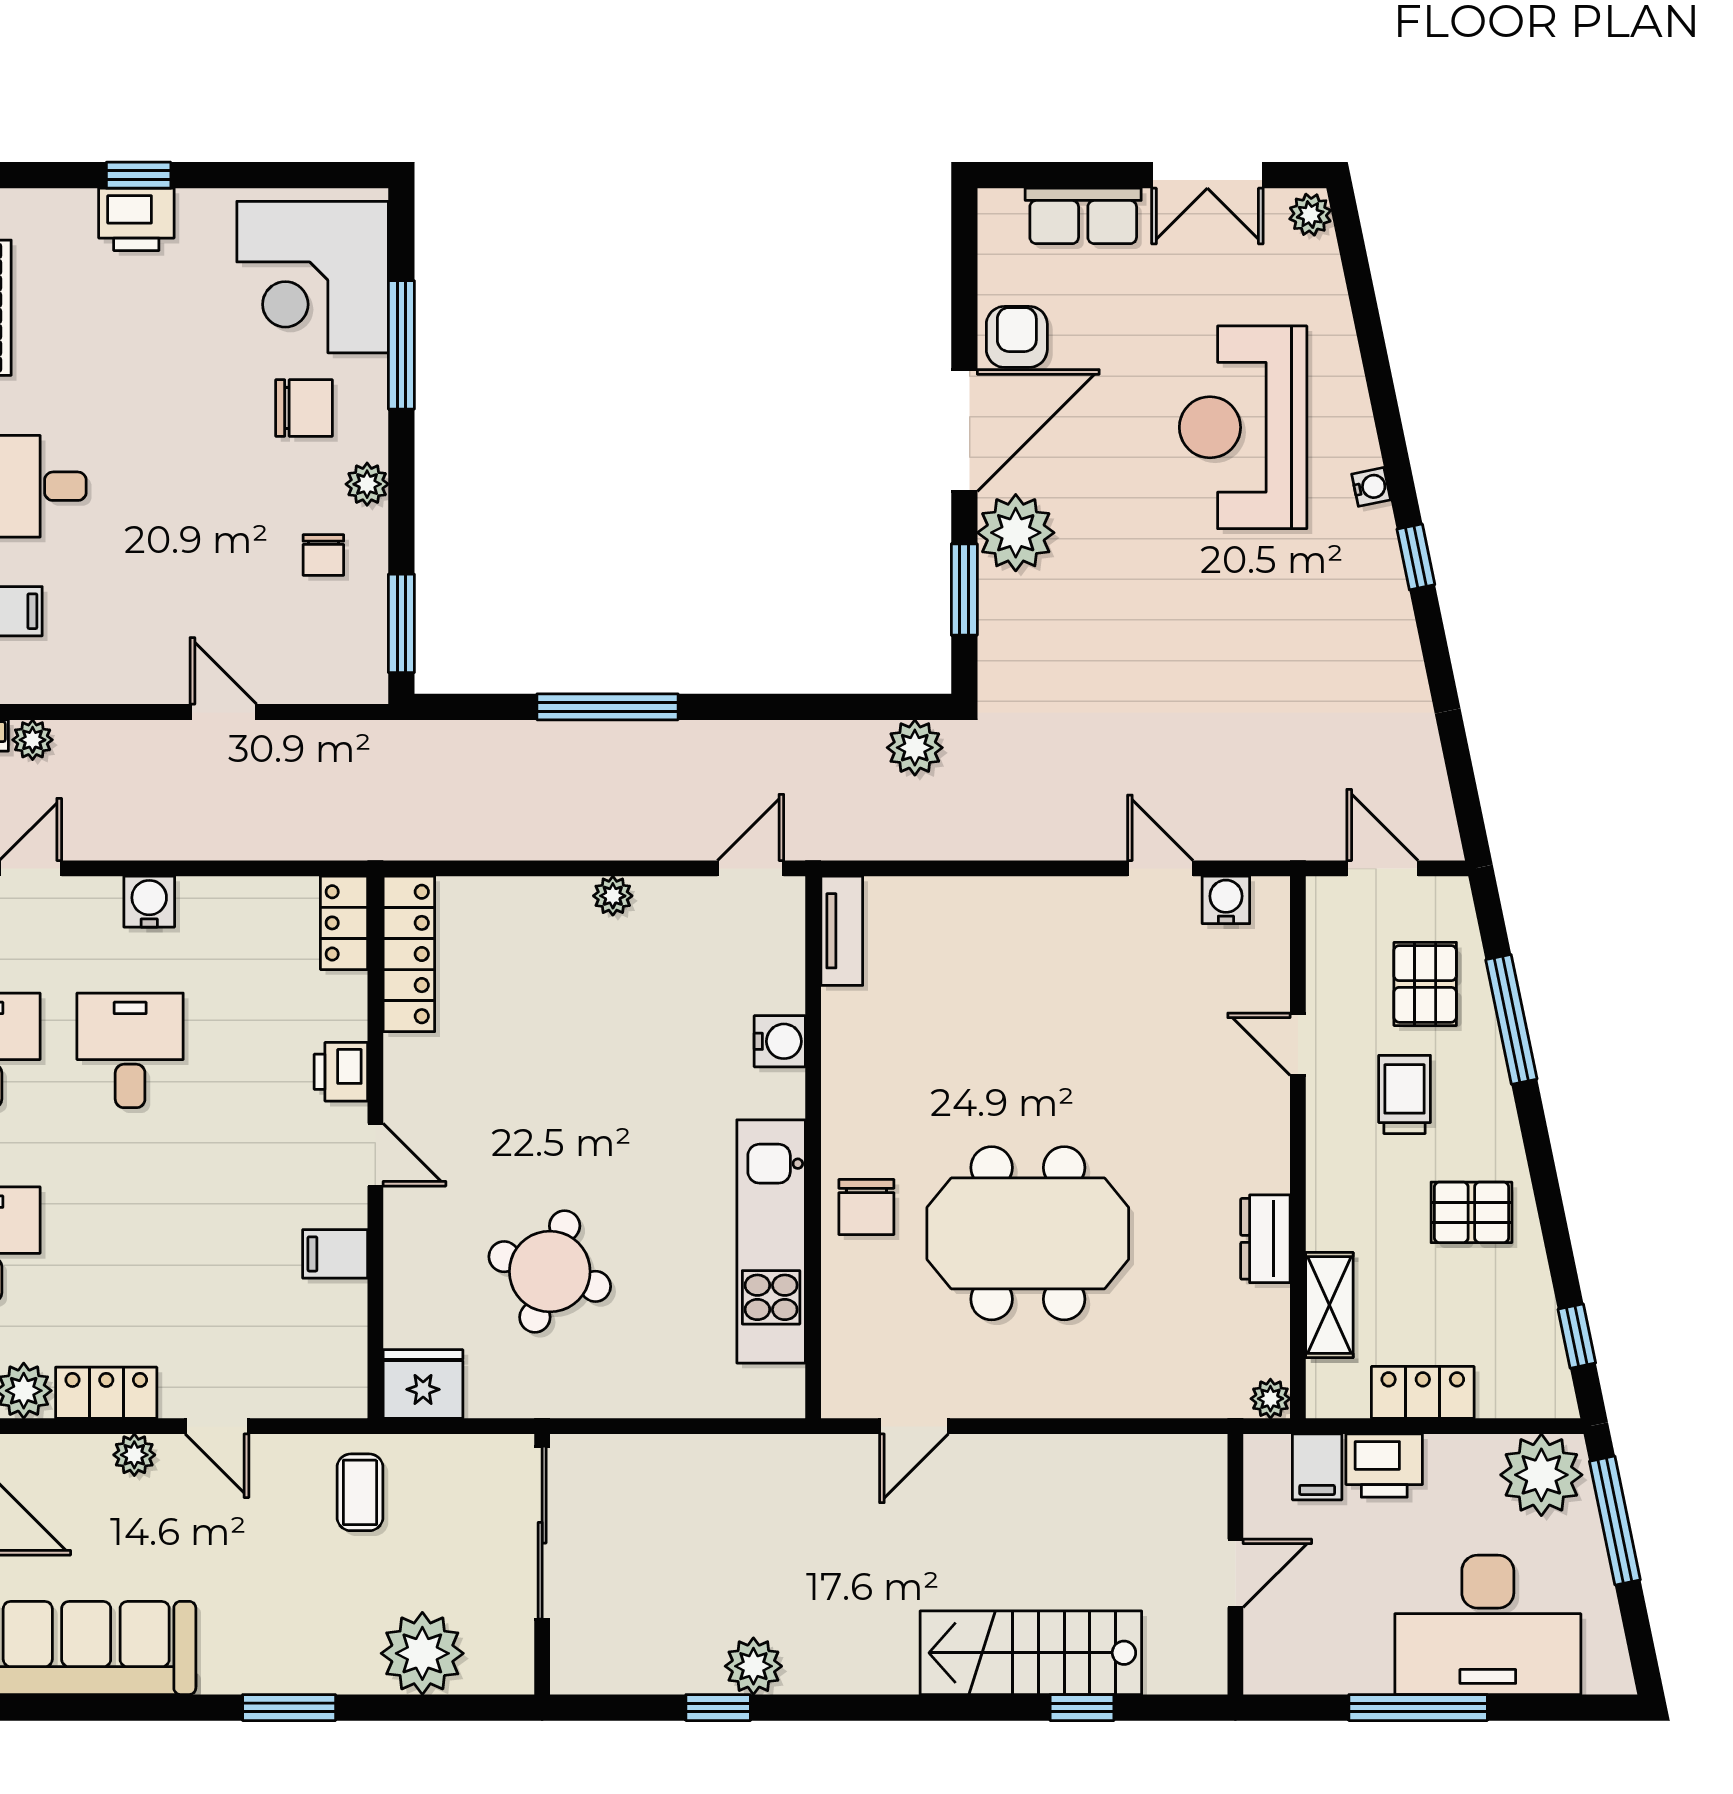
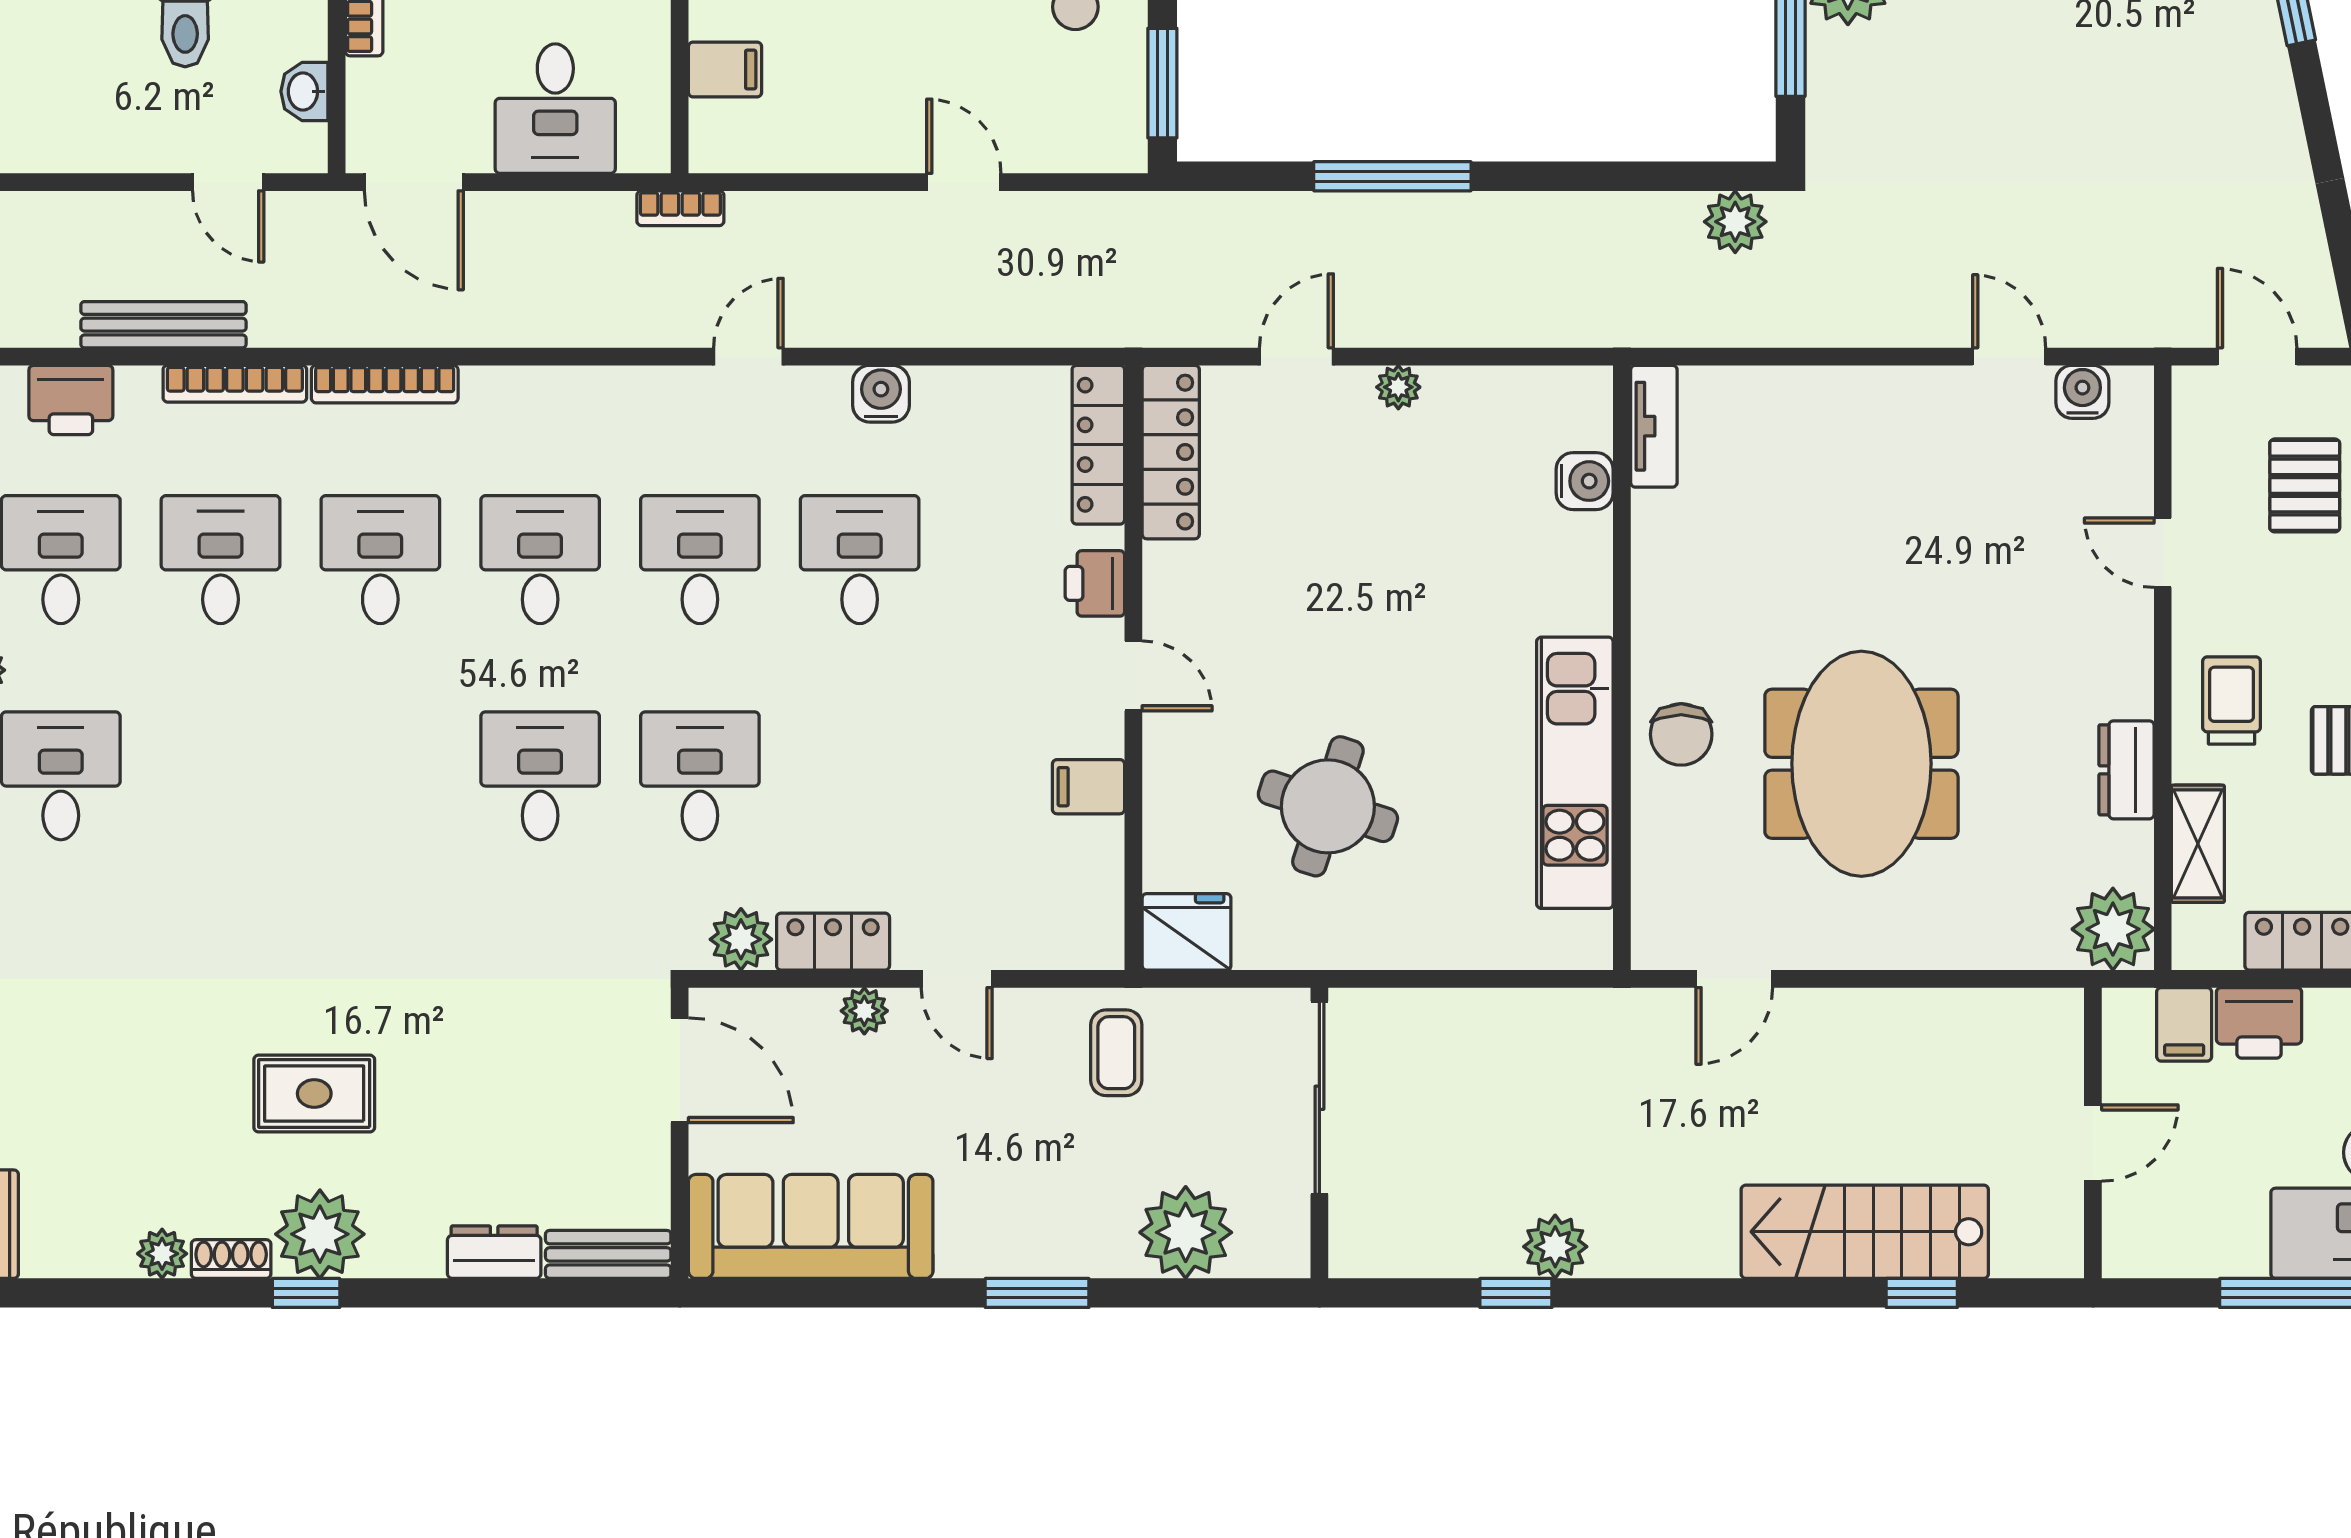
plant: (33, 740) -> (751, 213), removed
door: (751, 868) -> (1296, 357), moved
locker: (344, 923) -> (1098, 445), width x1.53
water cooler: (780, 1041) -> (1585, 481), moved
trolley: (1405, 1094) -> (2232, 700), moved
meeting table: (1028, 1233) -> (1861, 764), turned 90
plant: (1270, 1399) -> (2113, 929), width x1.88, depth x1.88

